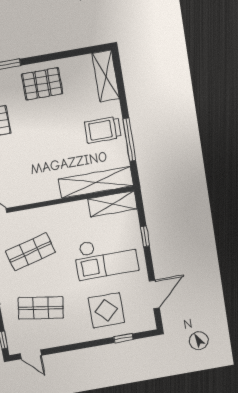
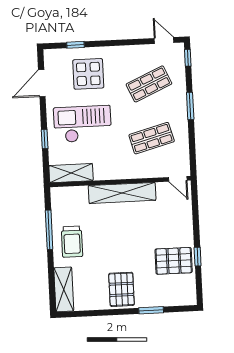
pallet: (42, 84) -> (121, 289), turned 90
trolley: (103, 130) -> (72, 242), turned 90
shelving: (96, 182) -> (122, 193), moved
shop shelf: (41, 308) -> (149, 84), turned -33

